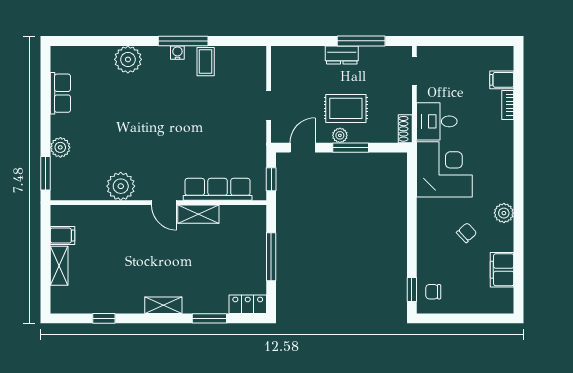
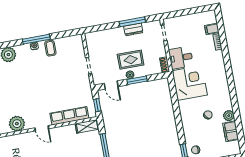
dresser: (342, 55) -> (133, 29), moved
door: (303, 148) -> (111, 85), swing flipped
plant: (504, 213) -> (229, 116), moved
shelving: (198, 214) -> (87, 126), moved

